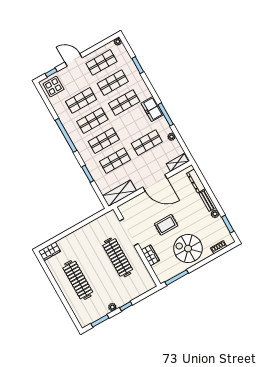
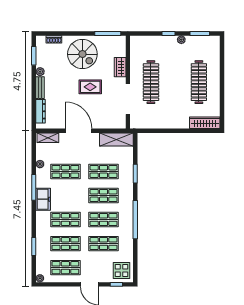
wardrobe: (49, 251) -> (205, 123), width x1.50

